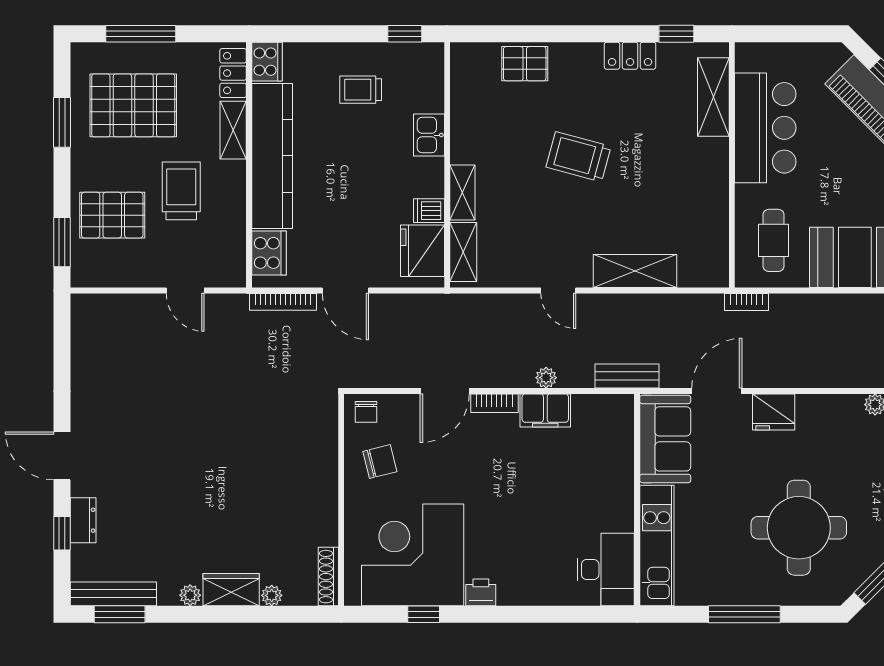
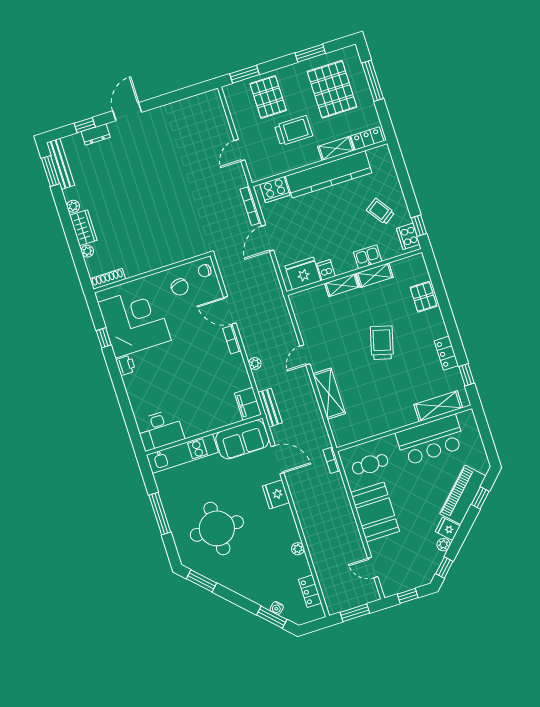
cooker: (267, 62) -> (408, 236), moved, turned 90
trolley: (361, 90) -> (380, 211), turned -35
shelving: (463, 252) -> (375, 275), moved
filing cabinet: (545, 410) -> (248, 404), moved

